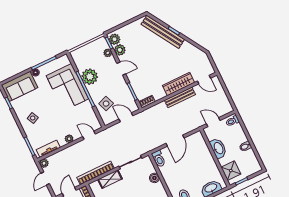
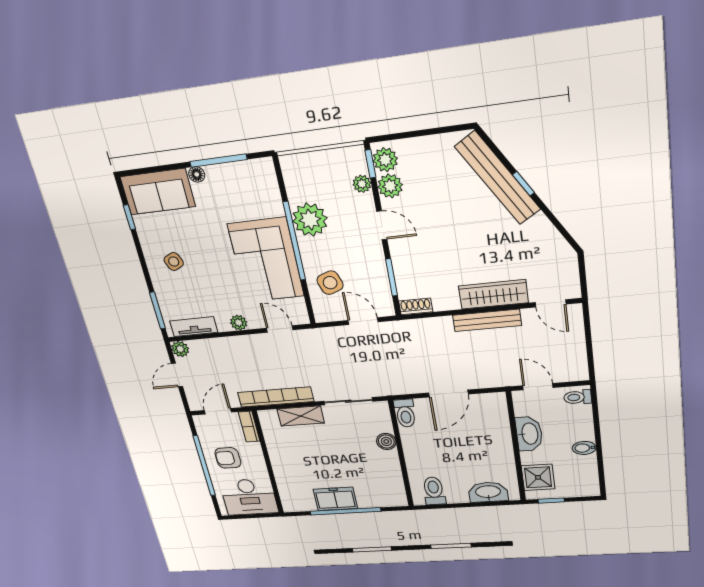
corner sofa: (67, 87) -> (266, 260), moved

